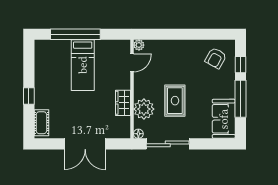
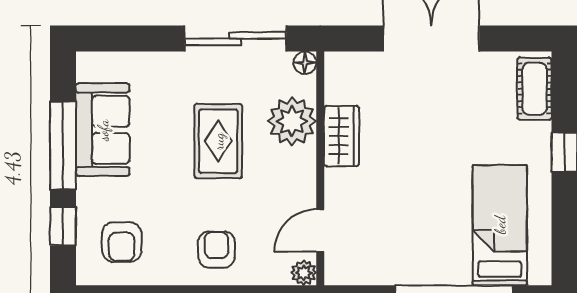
armchair: (176, 55) -> (216, 250), added
armchair: (216, 58) -> (122, 242), turned 151
bed: (83, 65) -> (500, 225), moved
sofa: (224, 119) -> (103, 130), moved

